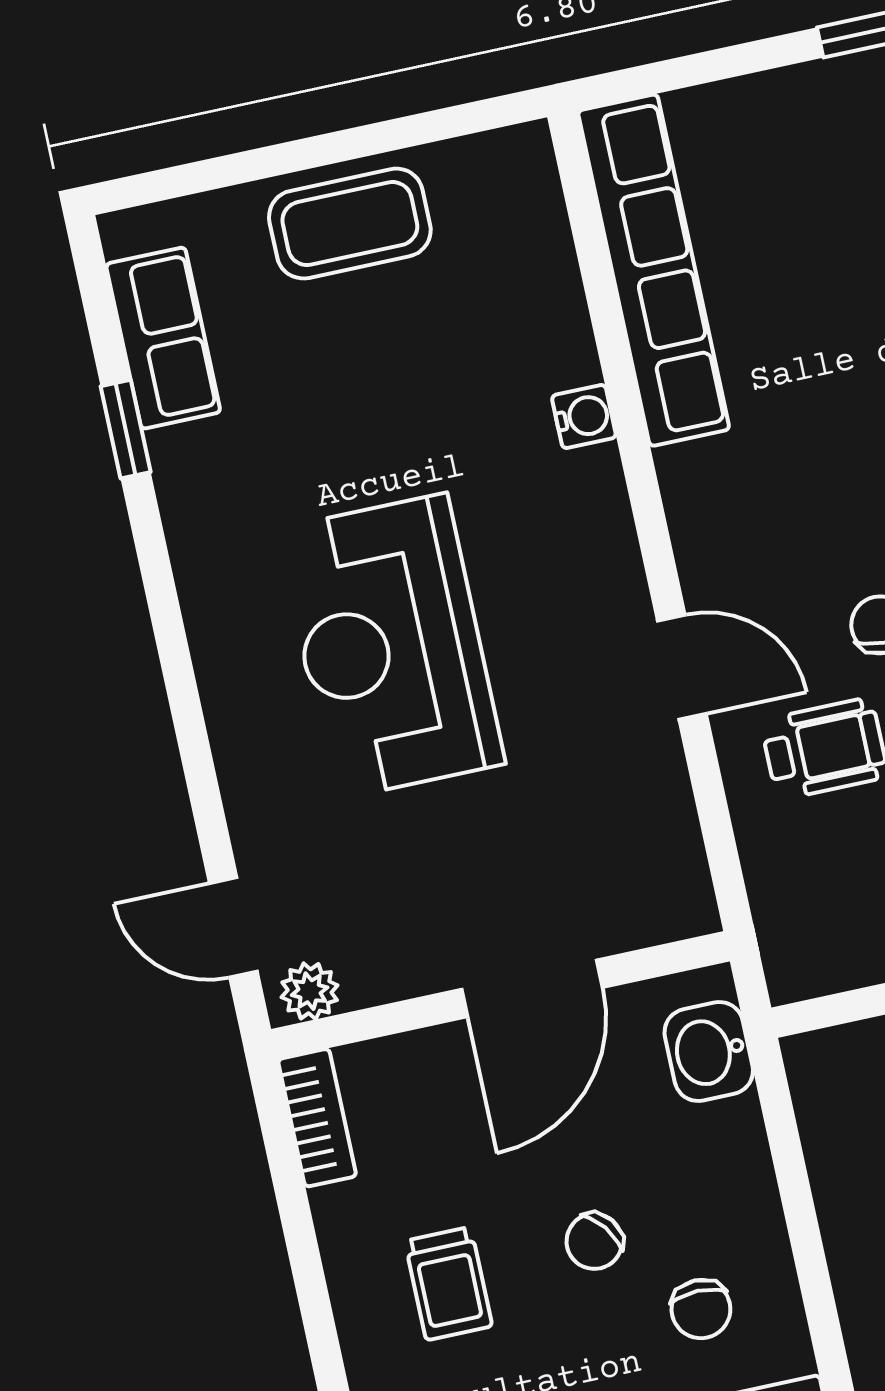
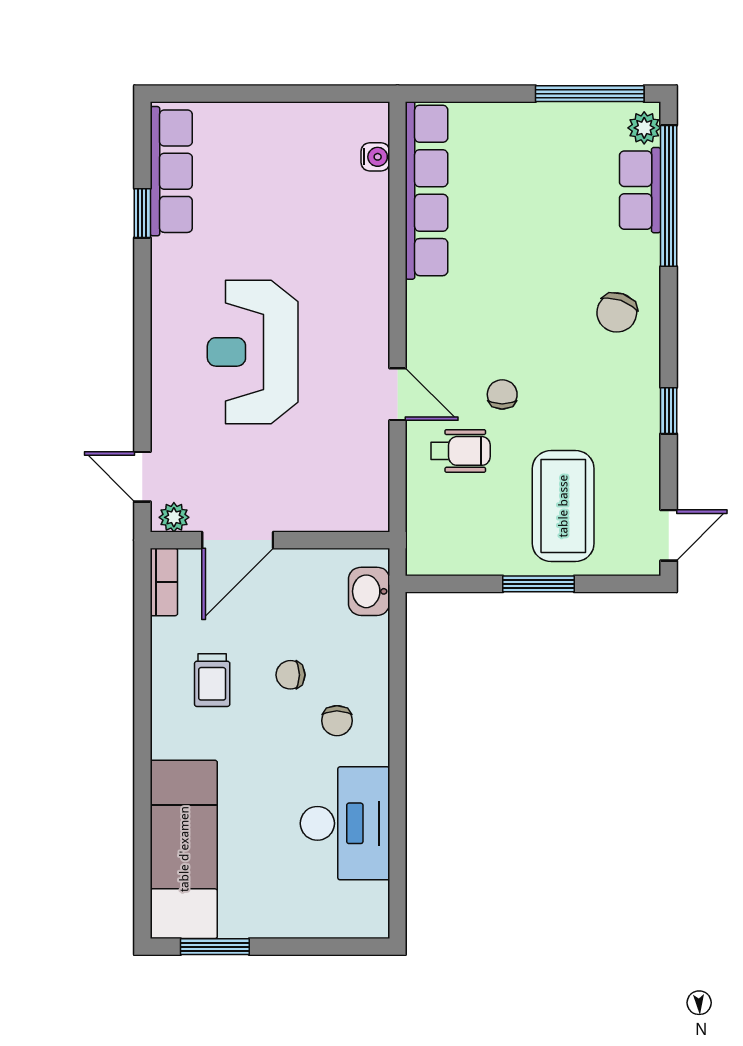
coffee table: (350, 224) -> (278, 134), removed
row of seats: (163, 338) -> (171, 171), width x1.48
water cooler: (584, 417) -> (375, 157), moved
door: (532, 988) -> (238, 540), moved
chair: (594, 1241) -> (290, 675), turned 37

